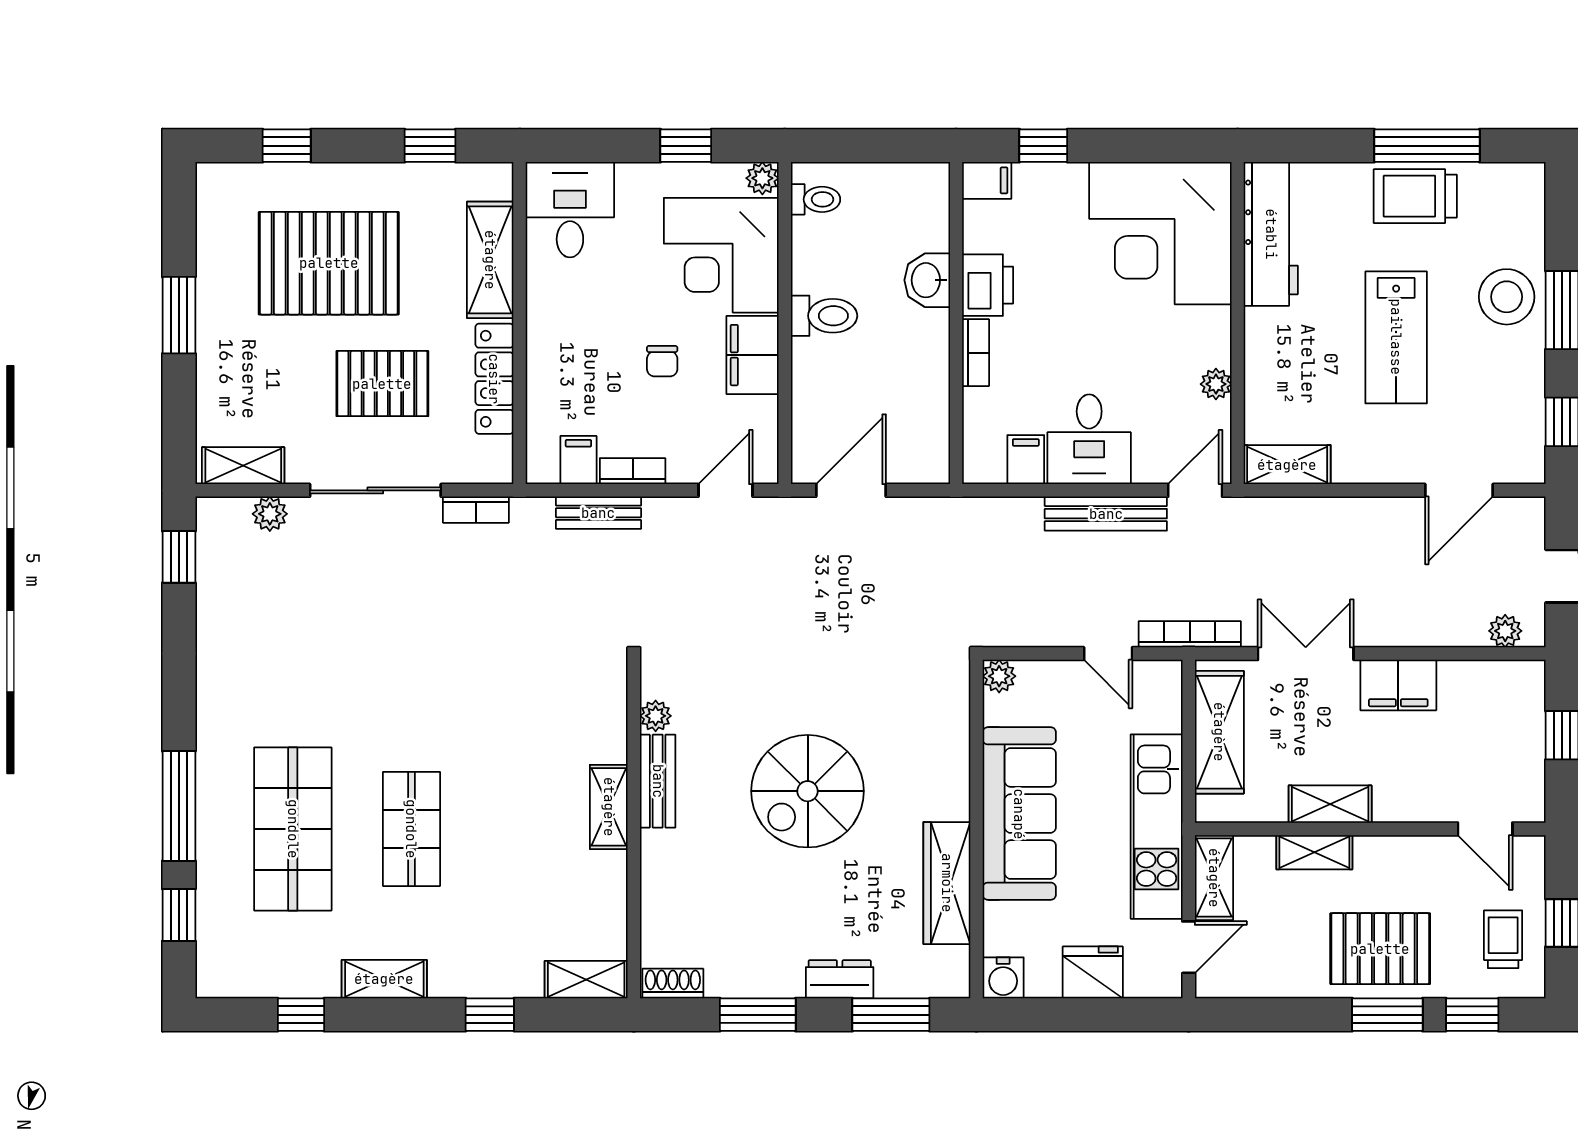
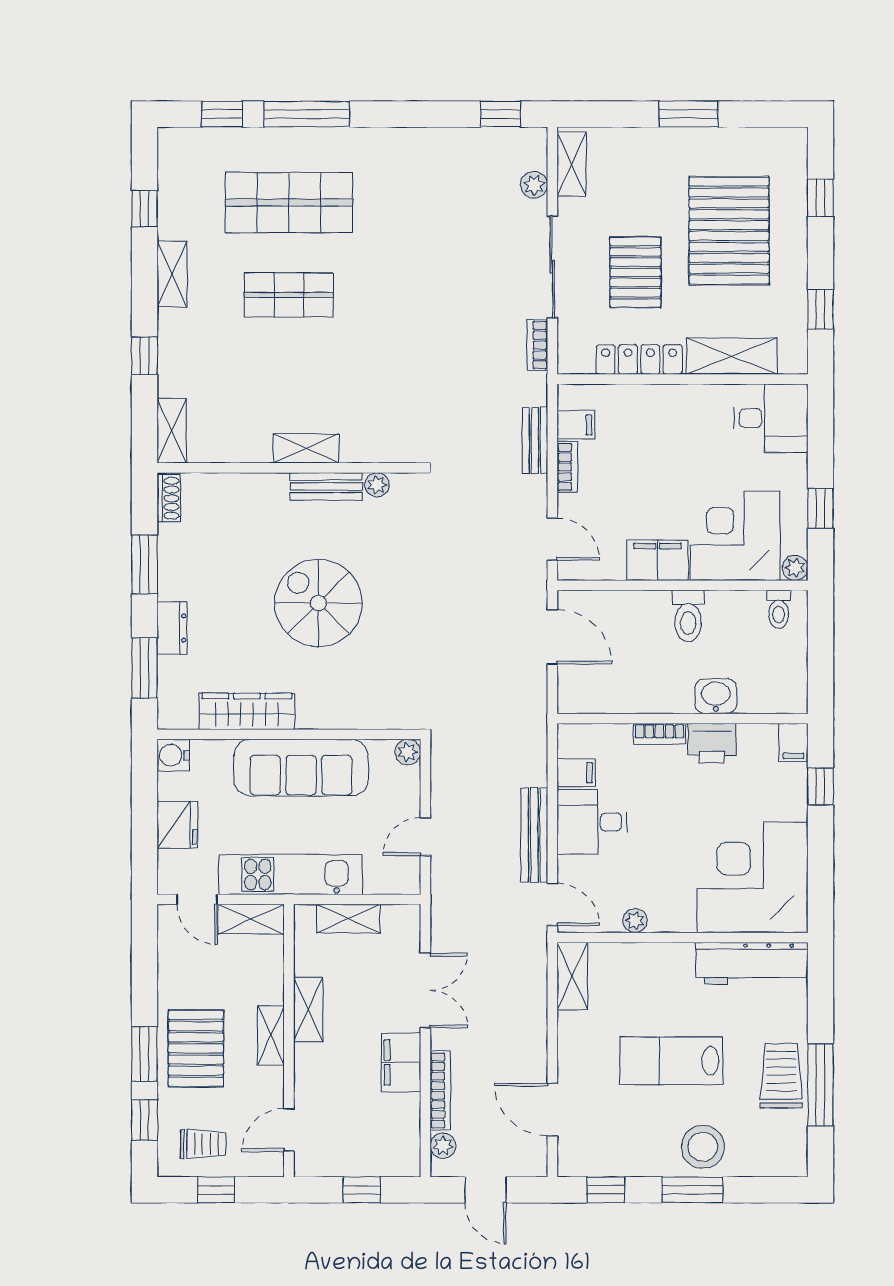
chair: (662, 361) -> (653, 490), removed
bookcase: (1190, 634) -> (440, 1091), moved
shelving: (1219, 732) -> (348, 919), width x0.67, depth x0.75
shelving: (1314, 852) -> (271, 1035), moved

